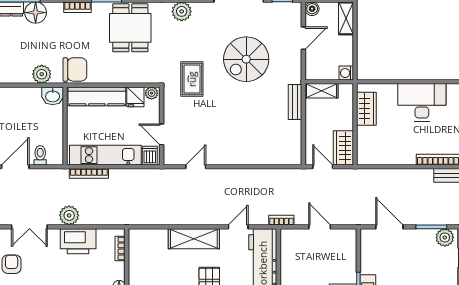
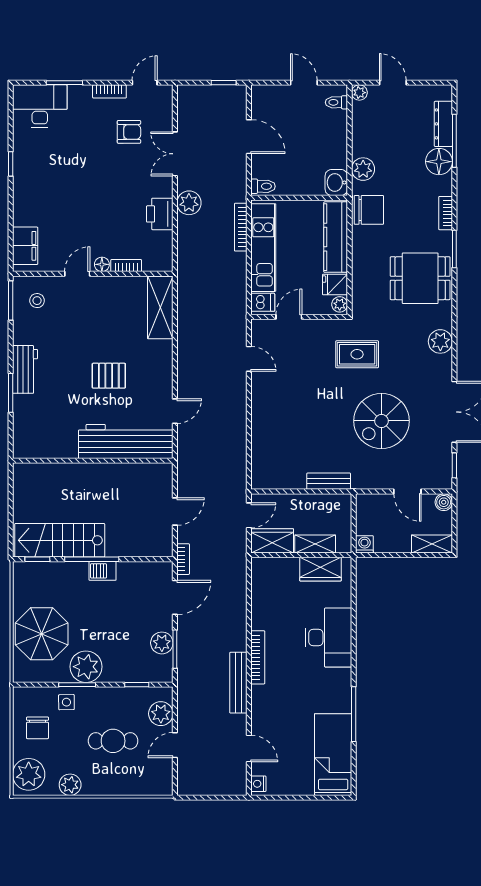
spiral stairs: (246, 59) -> (381, 421), turned -90
chair: (75, 69) -> (369, 210), turned -90
shelving: (321, 91) -> (315, 544), moved, turned 90
toilet: (40, 155) -> (263, 186), moved
bookcase: (281, 220) -> (183, 559), moved
door: (238, 227) -> (175, 411), hinge flipped
plant: (445, 237) -> (162, 643), moved
shelving: (194, 239) -> (160, 308), moved
printer: (78, 241) -> (160, 214), width x0.73, depth x0.84
bookcase: (120, 248) -> (126, 266), moved

